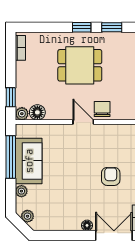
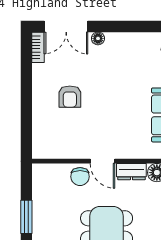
dresser: (59, 113) -> (131, 172), added

